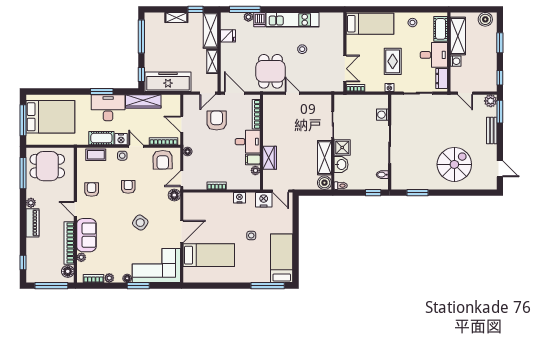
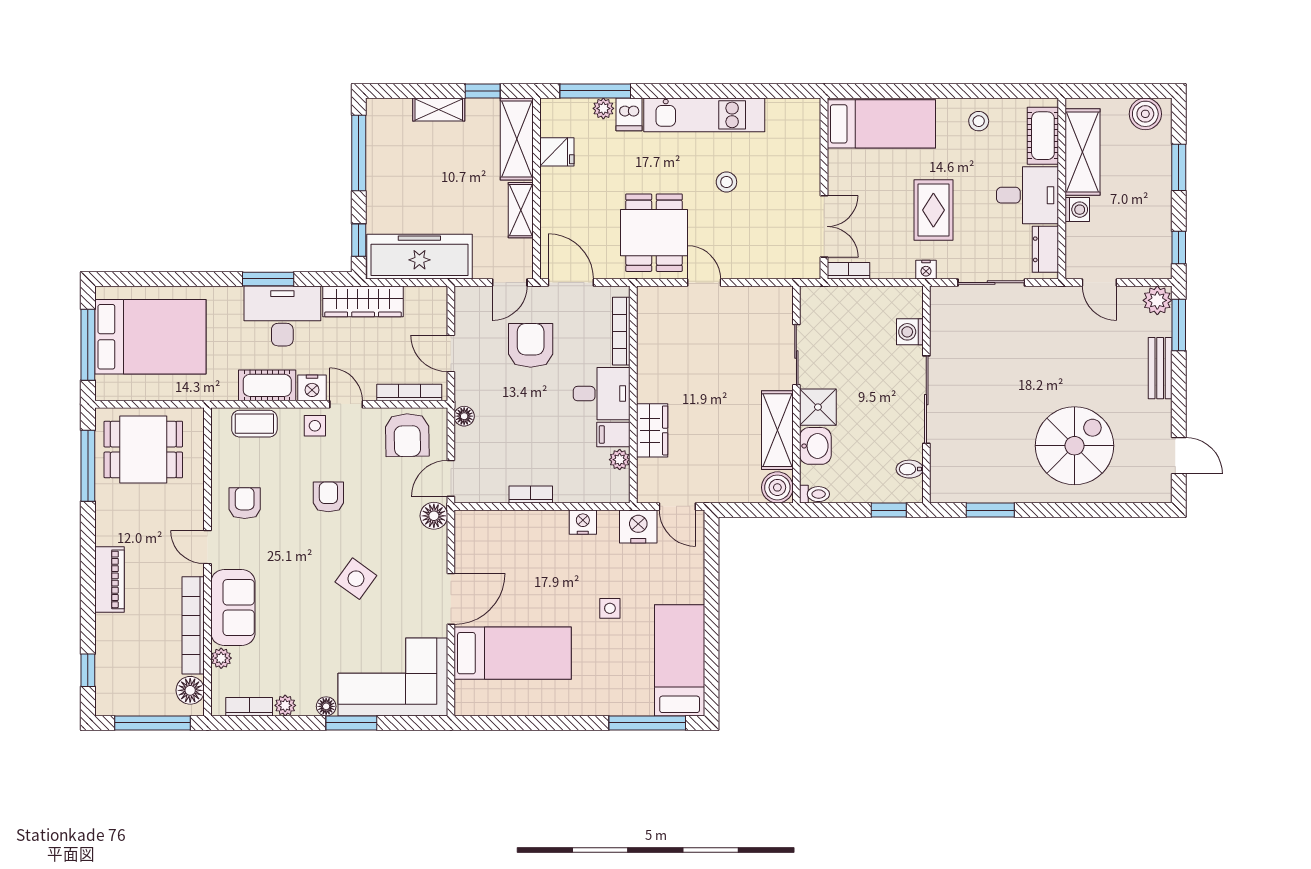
plant: (31, 203) -> (106, 533), removed

